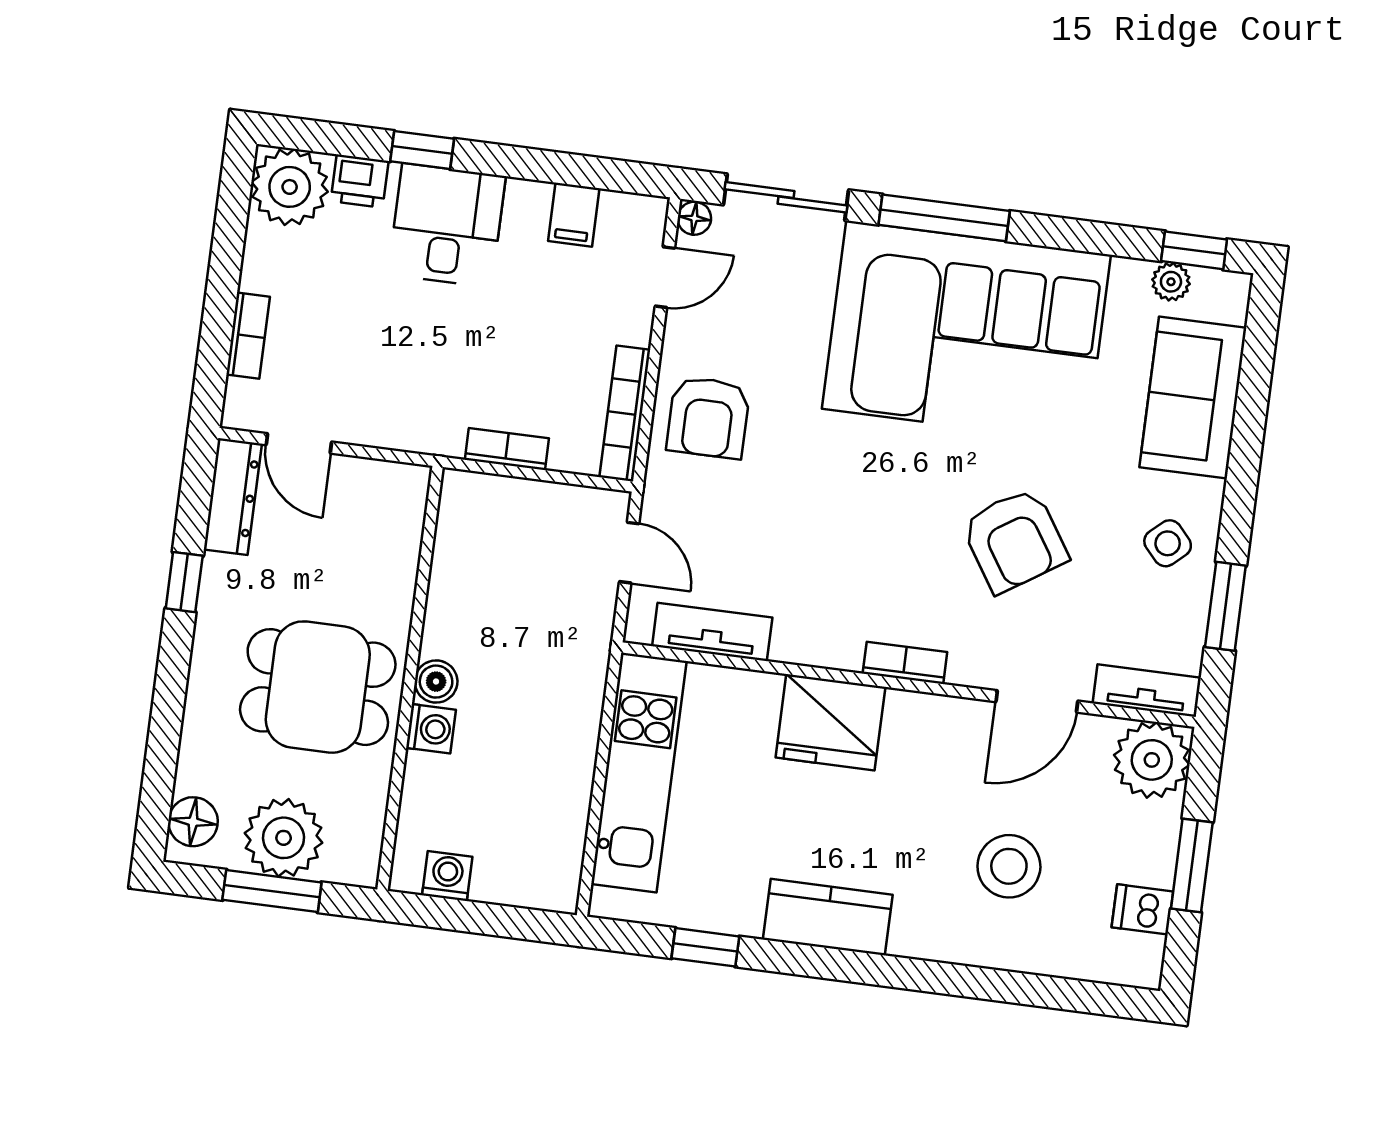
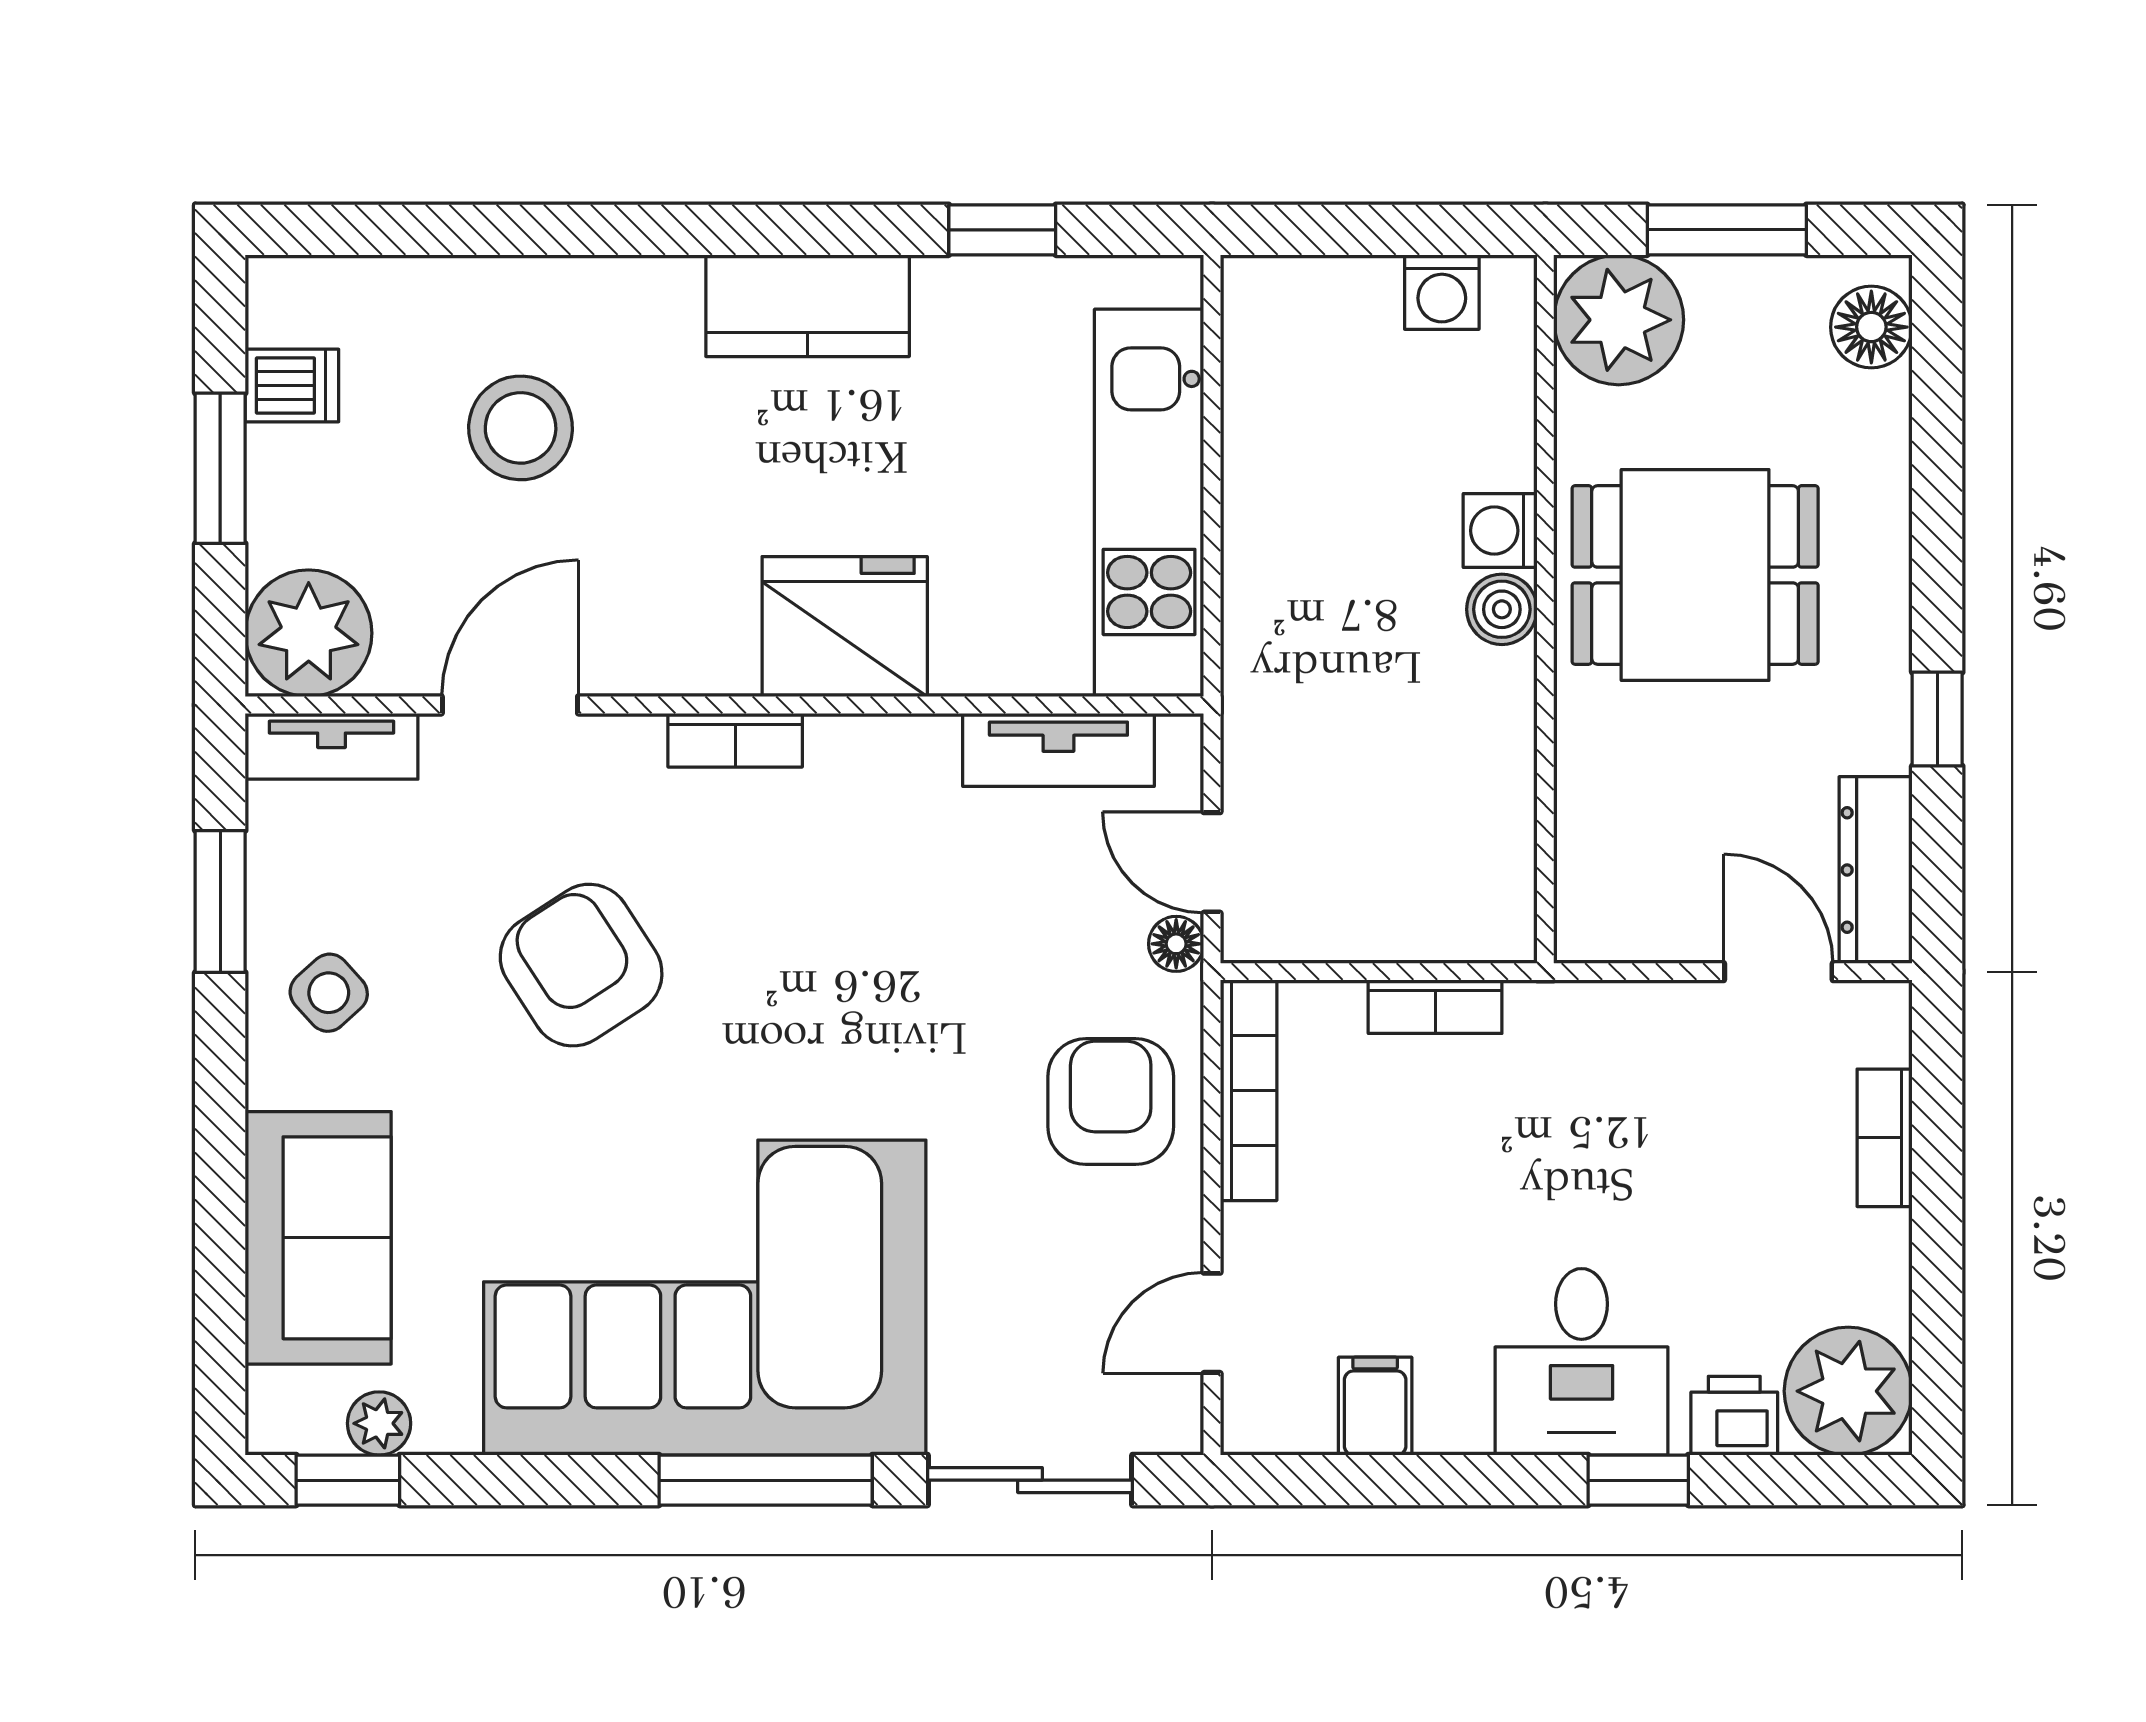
floor lamp: (694, 218) -> (1176, 944), moved
plant: (284, 838) -> (1619, 320), moved

